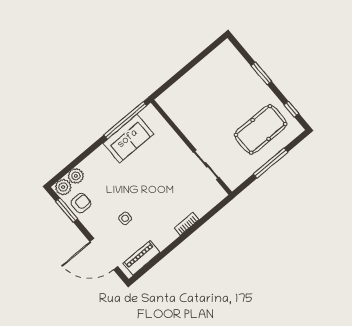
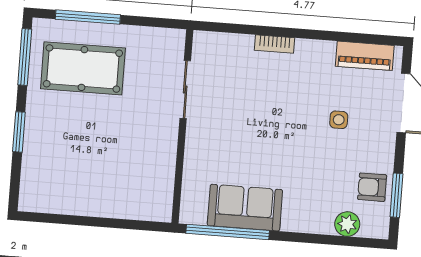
window: (291, 109) -> (25, 57), width x2.17
window: (270, 163) -> (88, 17), moved
plant: (63, 187) -> (374, 226), removed

